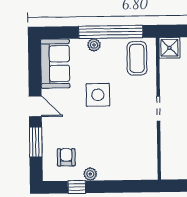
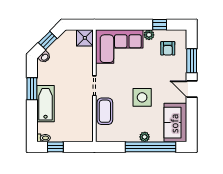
window: (111, 32) -> (150, 147), moved
shower: (169, 48) -> (85, 38), moved
coffee table: (137, 58) -> (105, 111), moved
corner sofa: (128, 159) -> (119, 47), added

